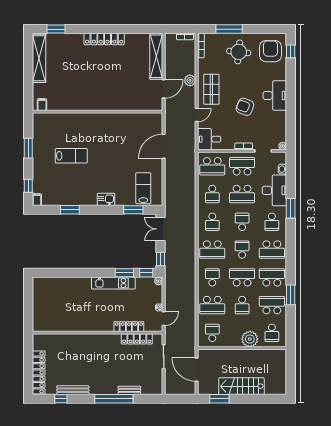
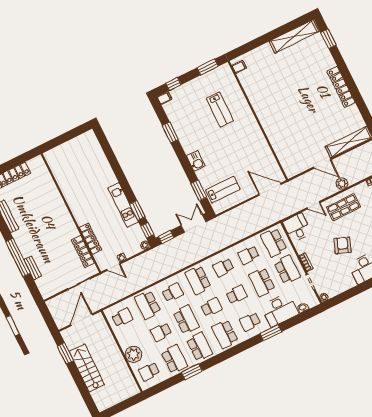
filing cabinet: (42, 105) -> (239, 67), moved
wall: (97, 112) -> (258, 121), moved

